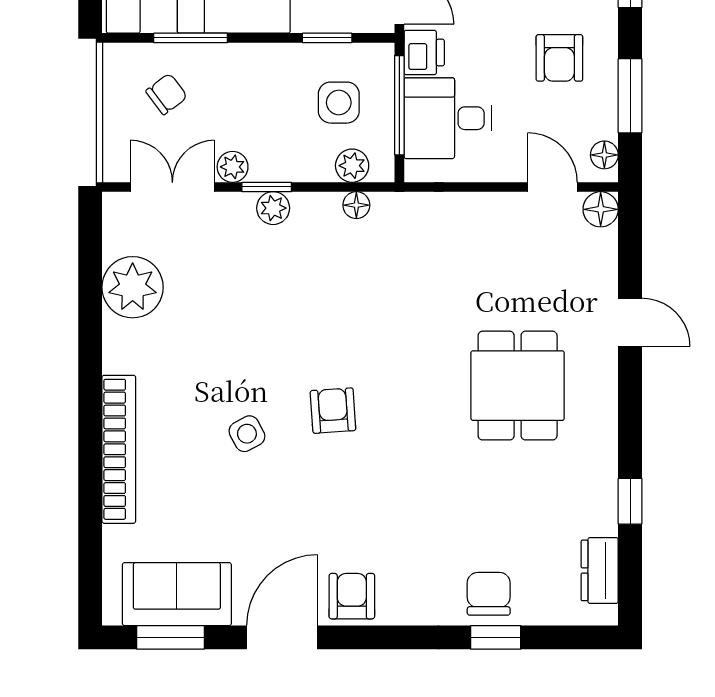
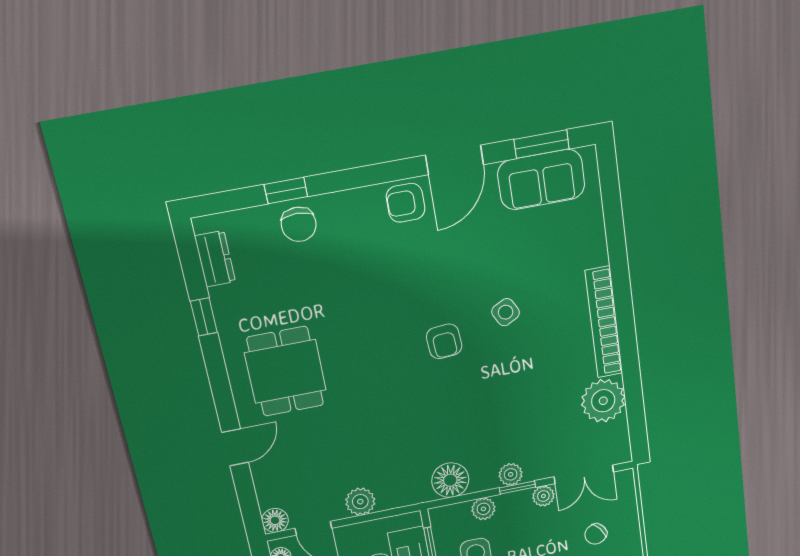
plant: (352, 166) -> (483, 509), moved
floor lamp: (356, 205) -> (450, 480), width x1.89, depth x1.89
plant: (483, 212) -> (360, 502), added
door: (630, 322) -> (235, 447), swing flipped
dining table: (518, 386) -> (285, 371), moved
bookcase: (119, 449) -> (604, 322), moved
armchair: (352, 596) -> (406, 203), turned 90

